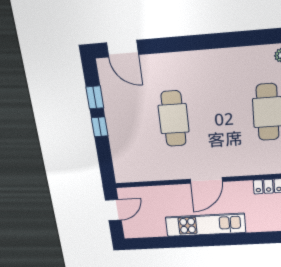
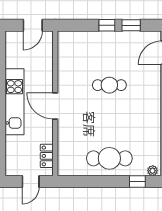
cafe table: (174, 119) -> (109, 85), width x0.73, depth x0.74
door: (113, 210) -> (33, 25), hinge flipped

